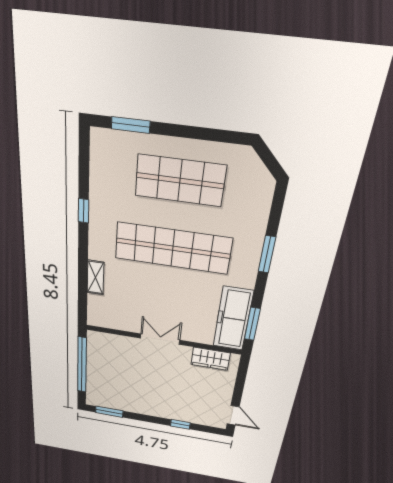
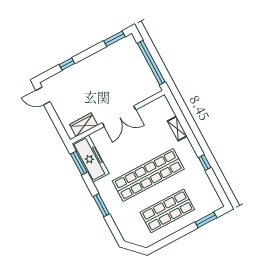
double door: (160, 339) -> (119, 116), width x1.37

